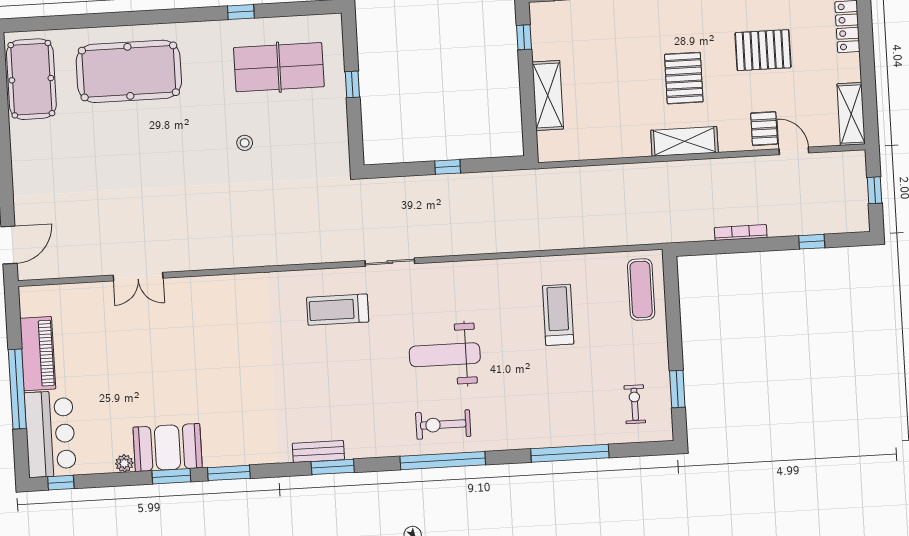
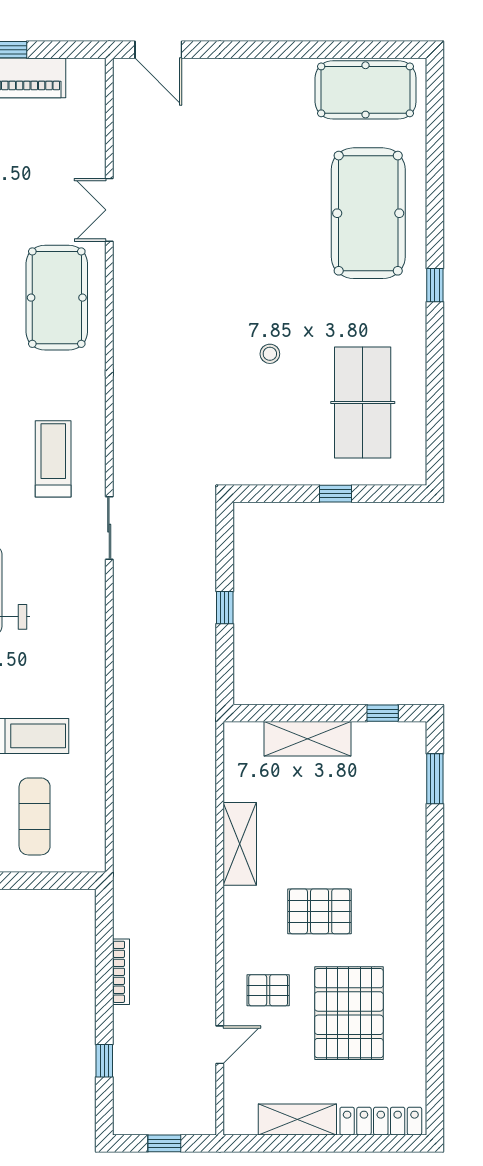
window: (241, 12) -> (435, 285), moved
pallet: (763, 50) -> (349, 1013), width x1.37, depth x1.41
shelving: (851, 114) -> (297, 1119), moved
pallet: (764, 129) -> (268, 990), moved
shelving: (684, 141) -> (240, 844), moved
exercise mat: (641, 289) -> (35, 816), moved, turned 90
pool table: (210, 314) -> (57, 298), added

